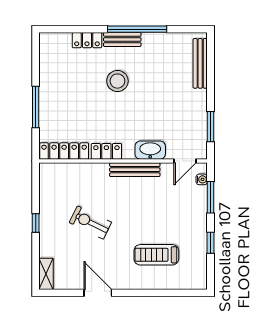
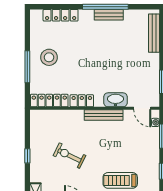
bench: (122, 39) -> (109, 15), moved
locker: (87, 40) -> (61, 15), width x1.53
stool: (117, 81) -> (49, 57), moved
door: (185, 161) -> (142, 108), hinge flipped

